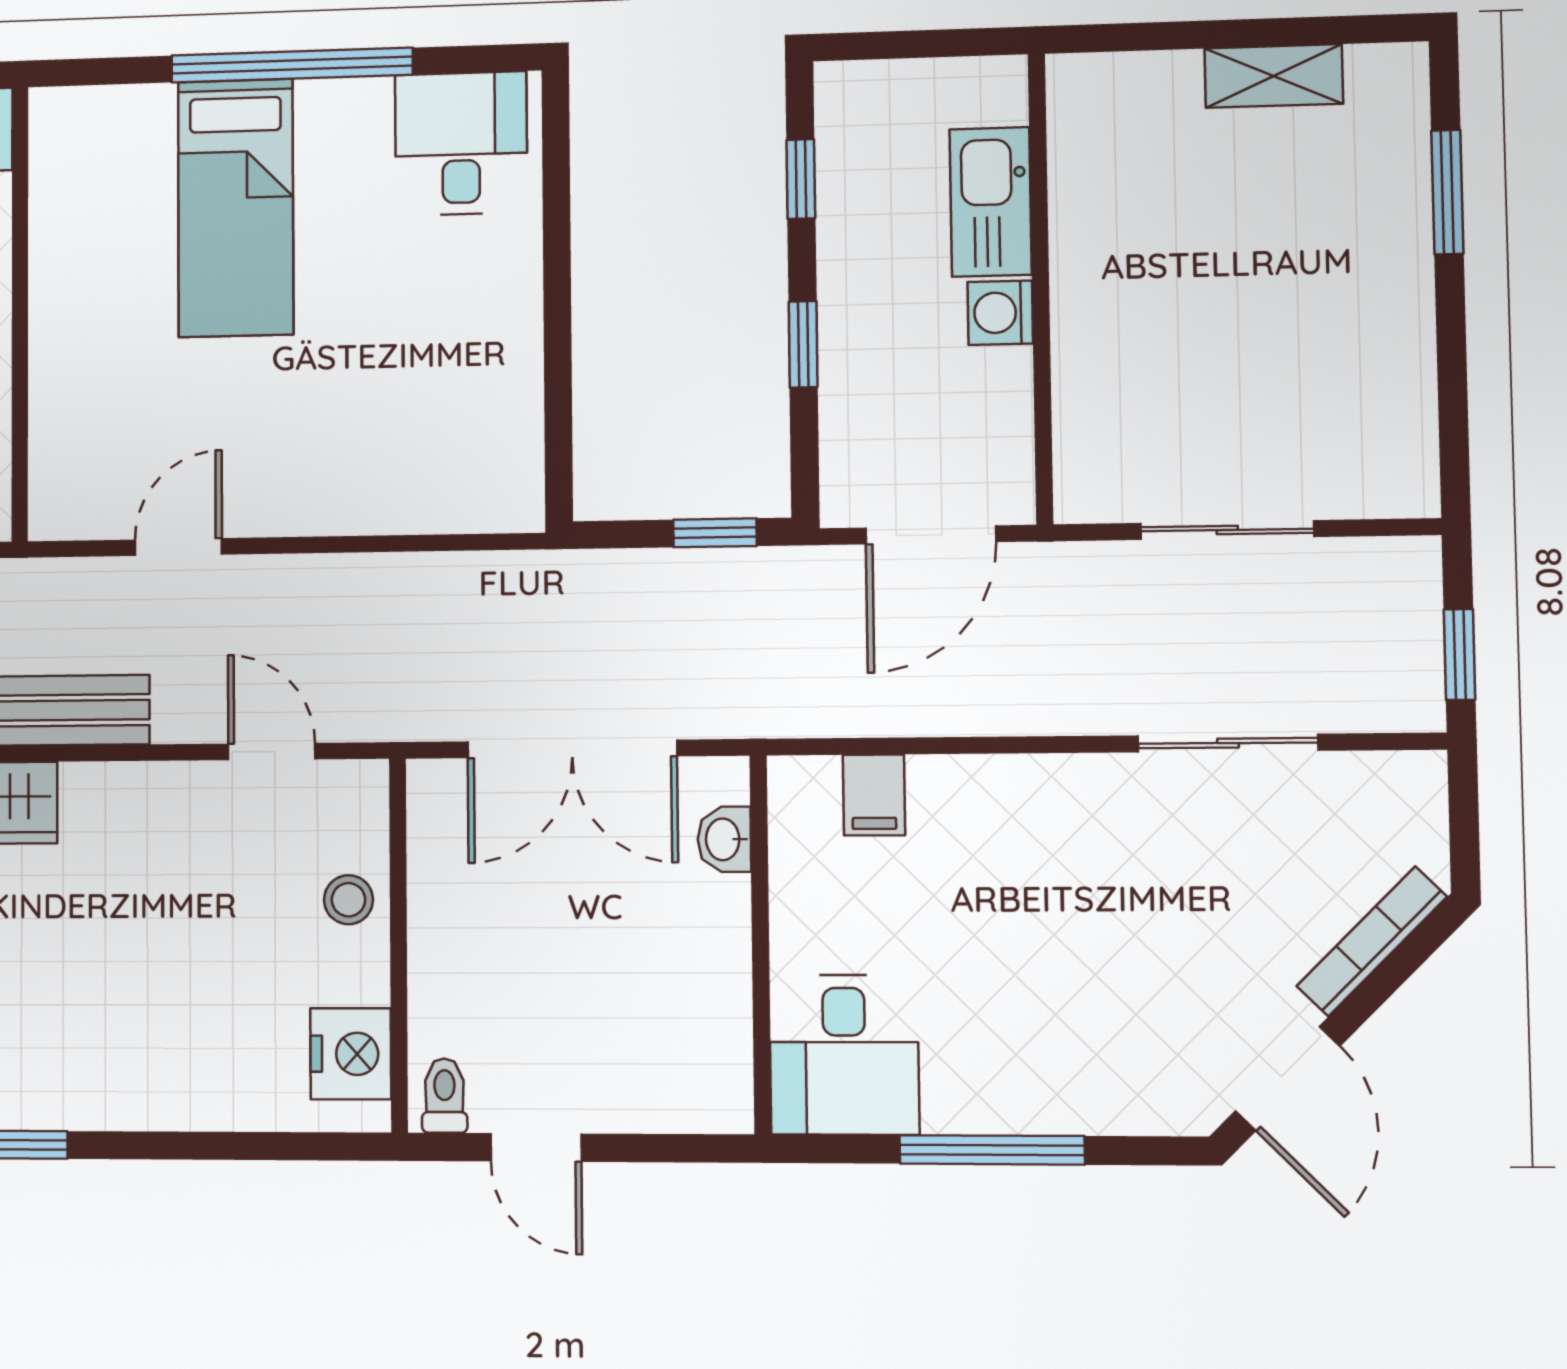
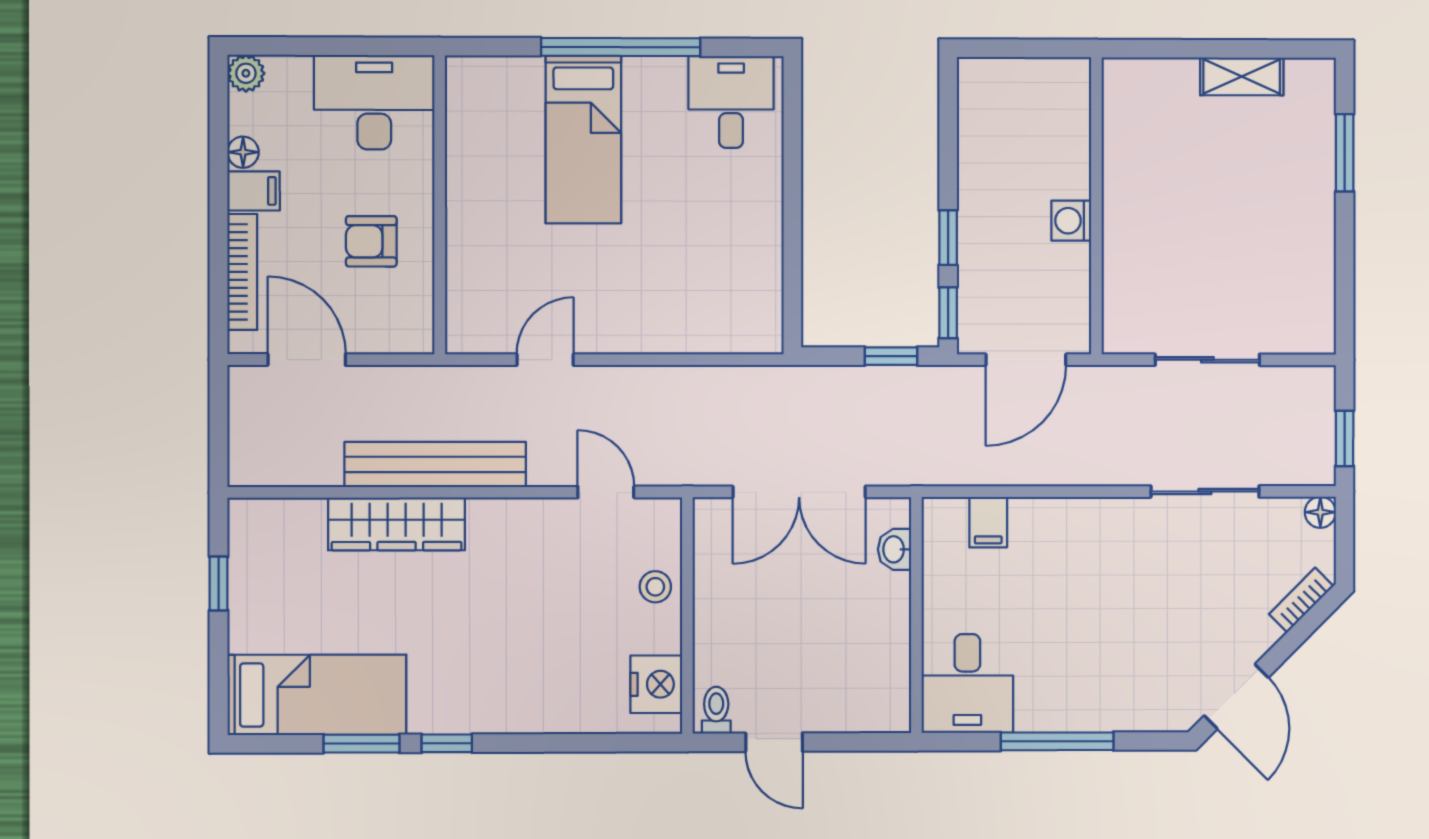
window: (801, 179) -> (948, 313), moved
kitchen sink: (991, 202) -> (1066, 150), removed
floor lamp: (1422, 776) -> (1320, 512), added
bookcase: (1372, 941) -> (1301, 600), width x0.64

